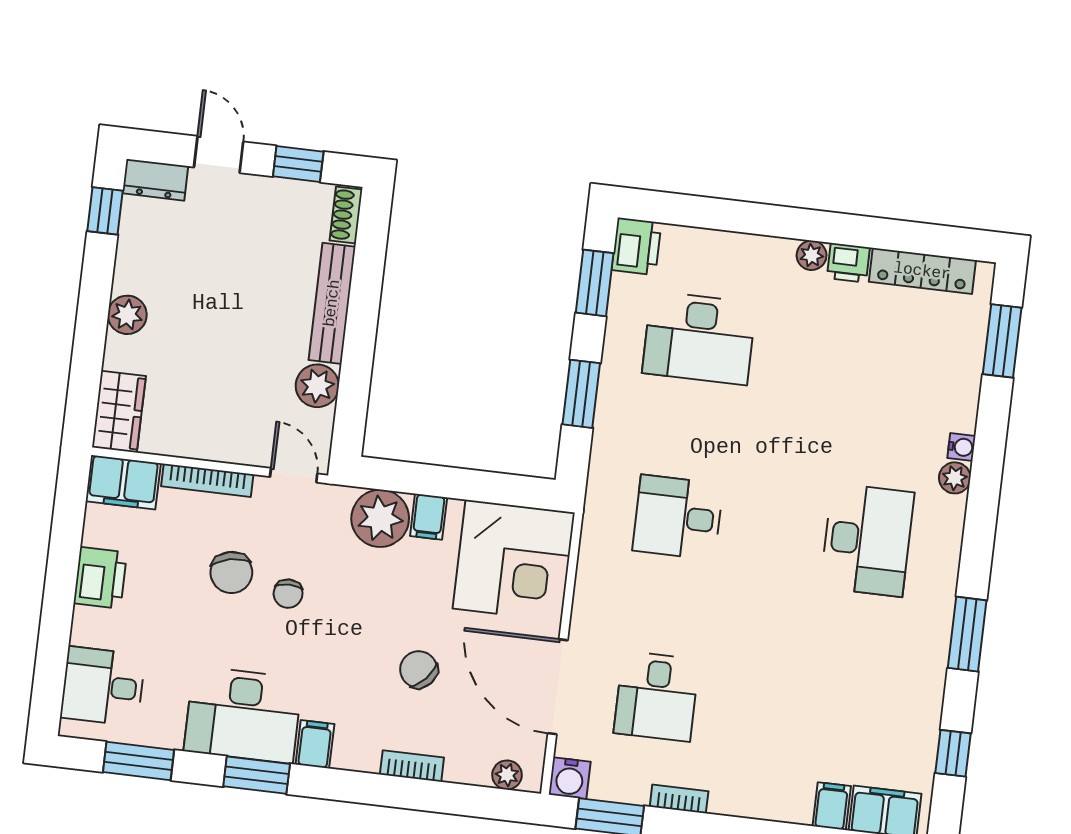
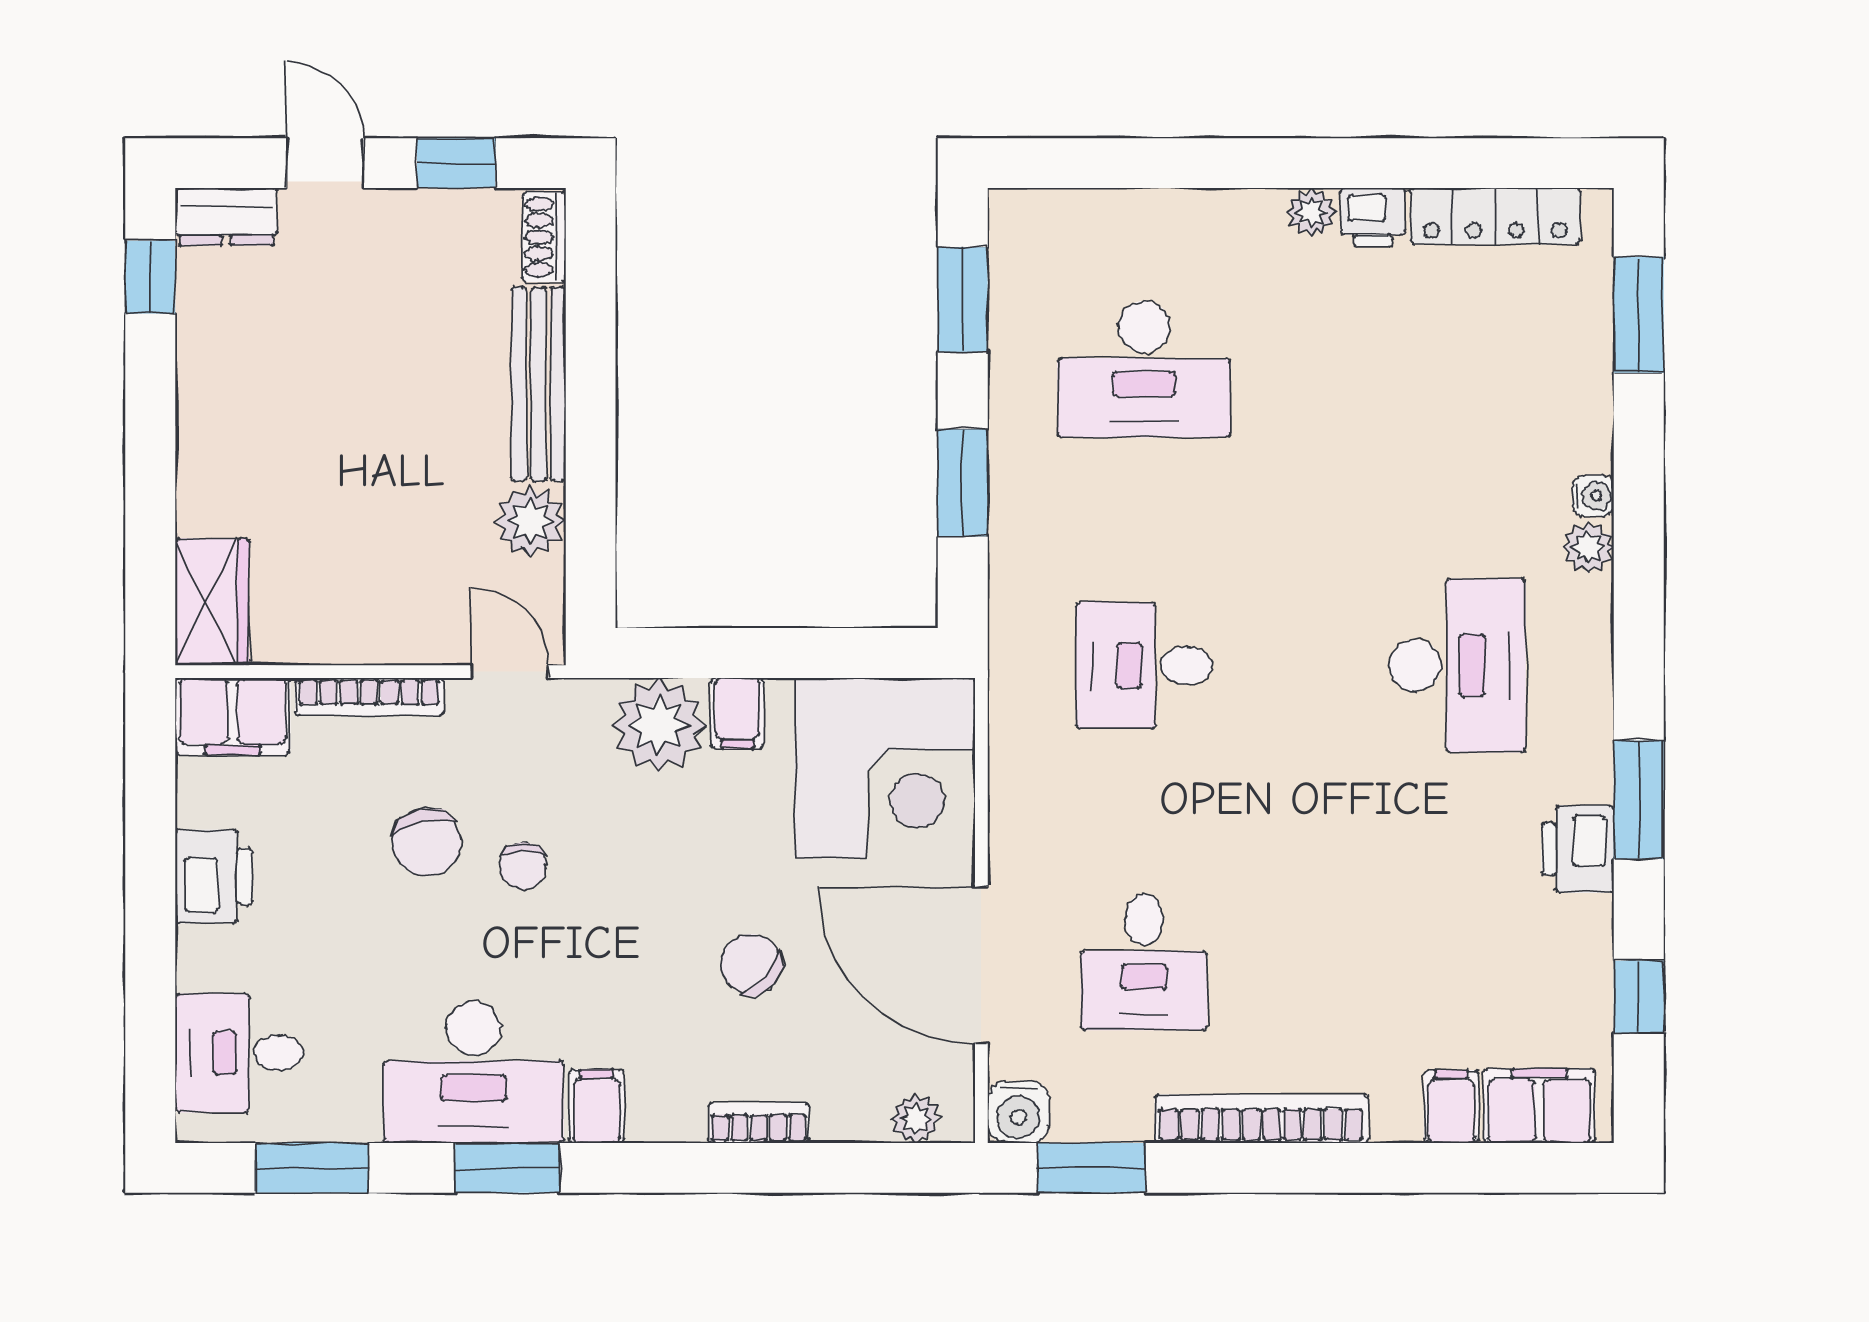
printer: (636, 246) -> (1578, 849), moved, turned 180
plant: (127, 315) -> (207, 442), removed
bookcase: (679, 799) -> (1262, 1119), width x2.31, depth x1.31

